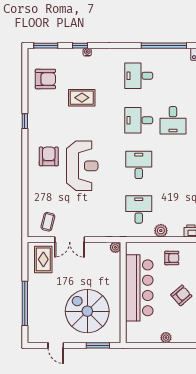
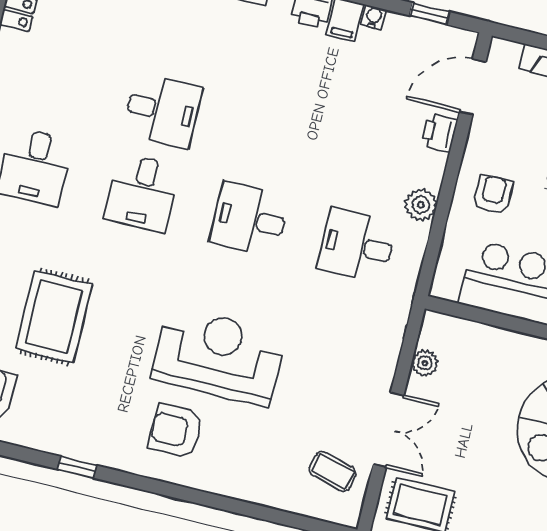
rug: (82, 98) -> (54, 317), width x1.36, depth x1.43
plant: (115, 247) -> (425, 363), moved

